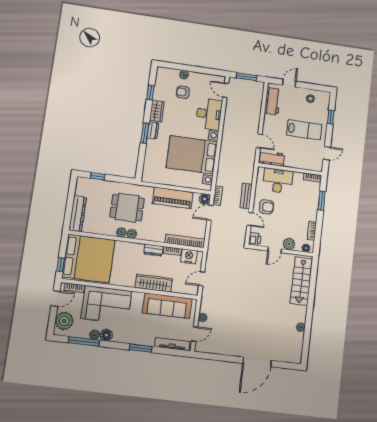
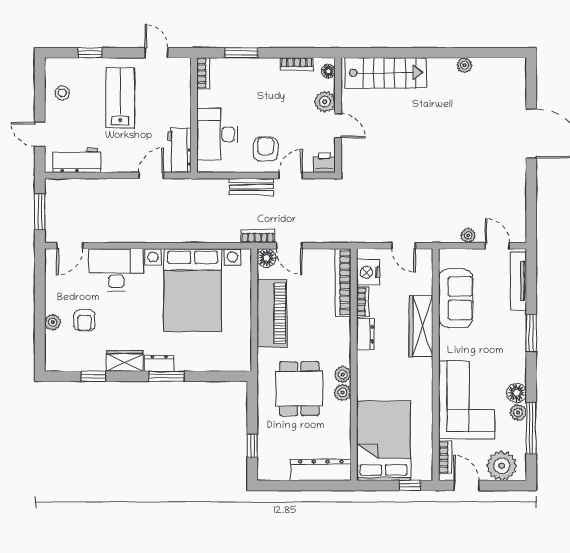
bed: (89, 258) -> (384, 441), width x0.73
sofa: (167, 306) -> (456, 298), width x0.73

